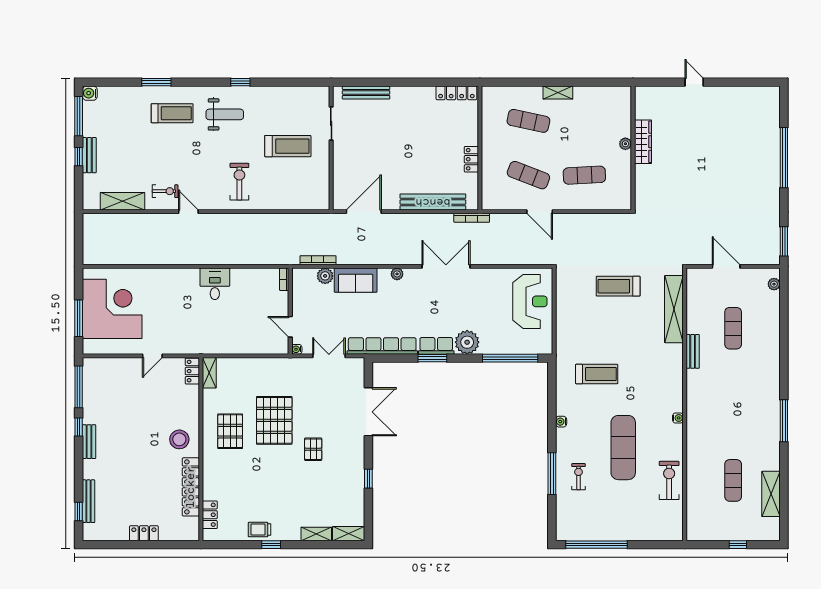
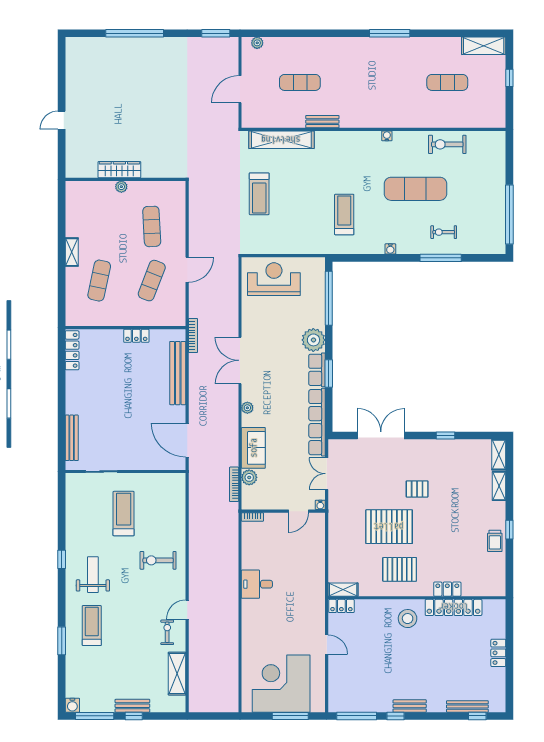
shelving: (771, 494) -> (484, 46), moved
locker: (210, 515) -> (447, 589), moved

